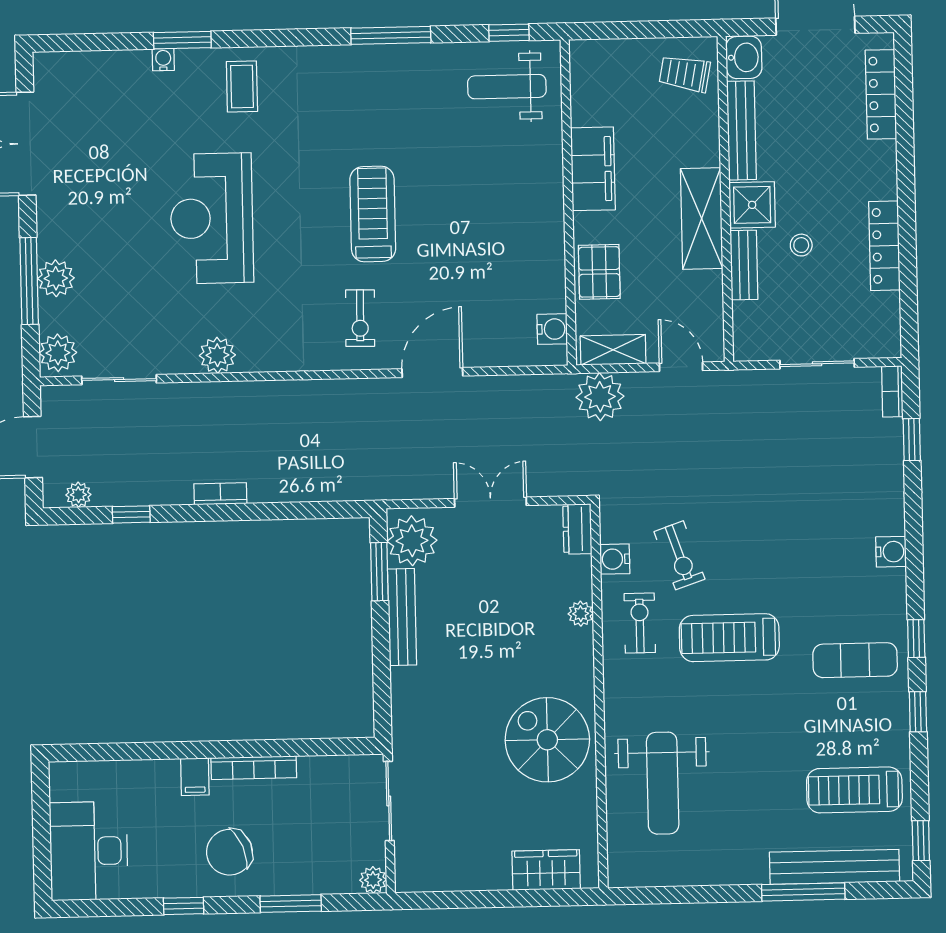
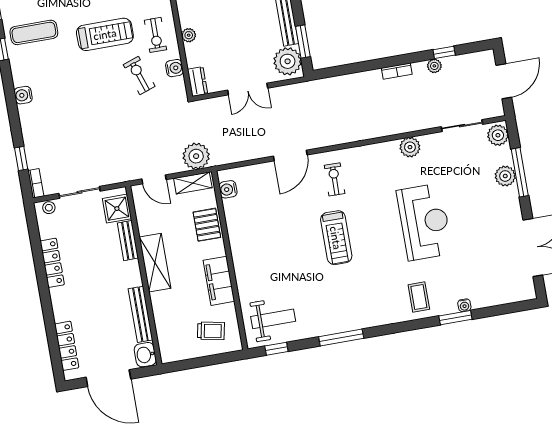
trolley: (685, 74) -> (211, 331), moved
shower: (752, 205) -> (117, 209), moved
stool: (801, 245) -> (49, 208), moved
plant: (78, 495) -> (434, 66), moved

